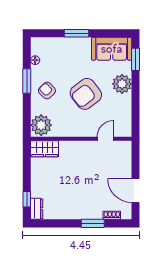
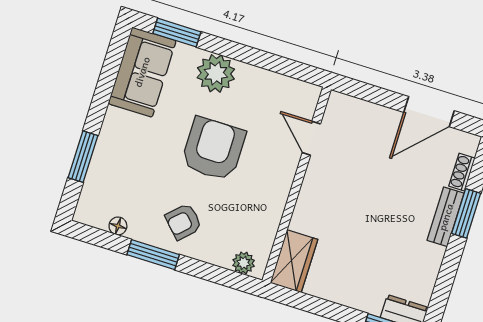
window: (76, 33) -> (83, 157), moved
armchair: (86, 94) -> (213, 149), turned -142
plant: (41, 125) -> (244, 263), width x0.53, depth x0.53
bench: (88, 214) -> (446, 217), added

